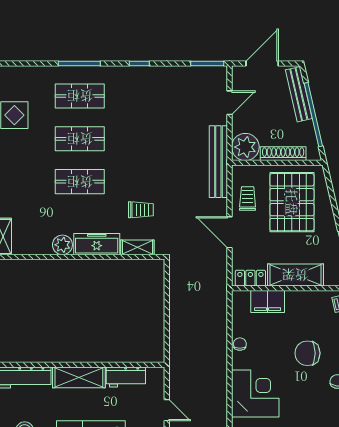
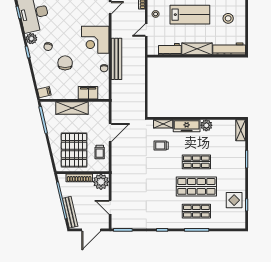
door: (230, 103) -> (110, 207), hinge flipped
shop shelf: (80, 139) -> (196, 186), width x1.43, depth x1.36
bench: (218, 162) -> (116, 59), moved
door: (230, 232) -> (110, 133), hinge flipped
locker: (250, 278) -> (98, 106), removed
chair: (307, 353) -> (65, 63), turned -90
door: (167, 410) -> (146, 30), hinge flipped

